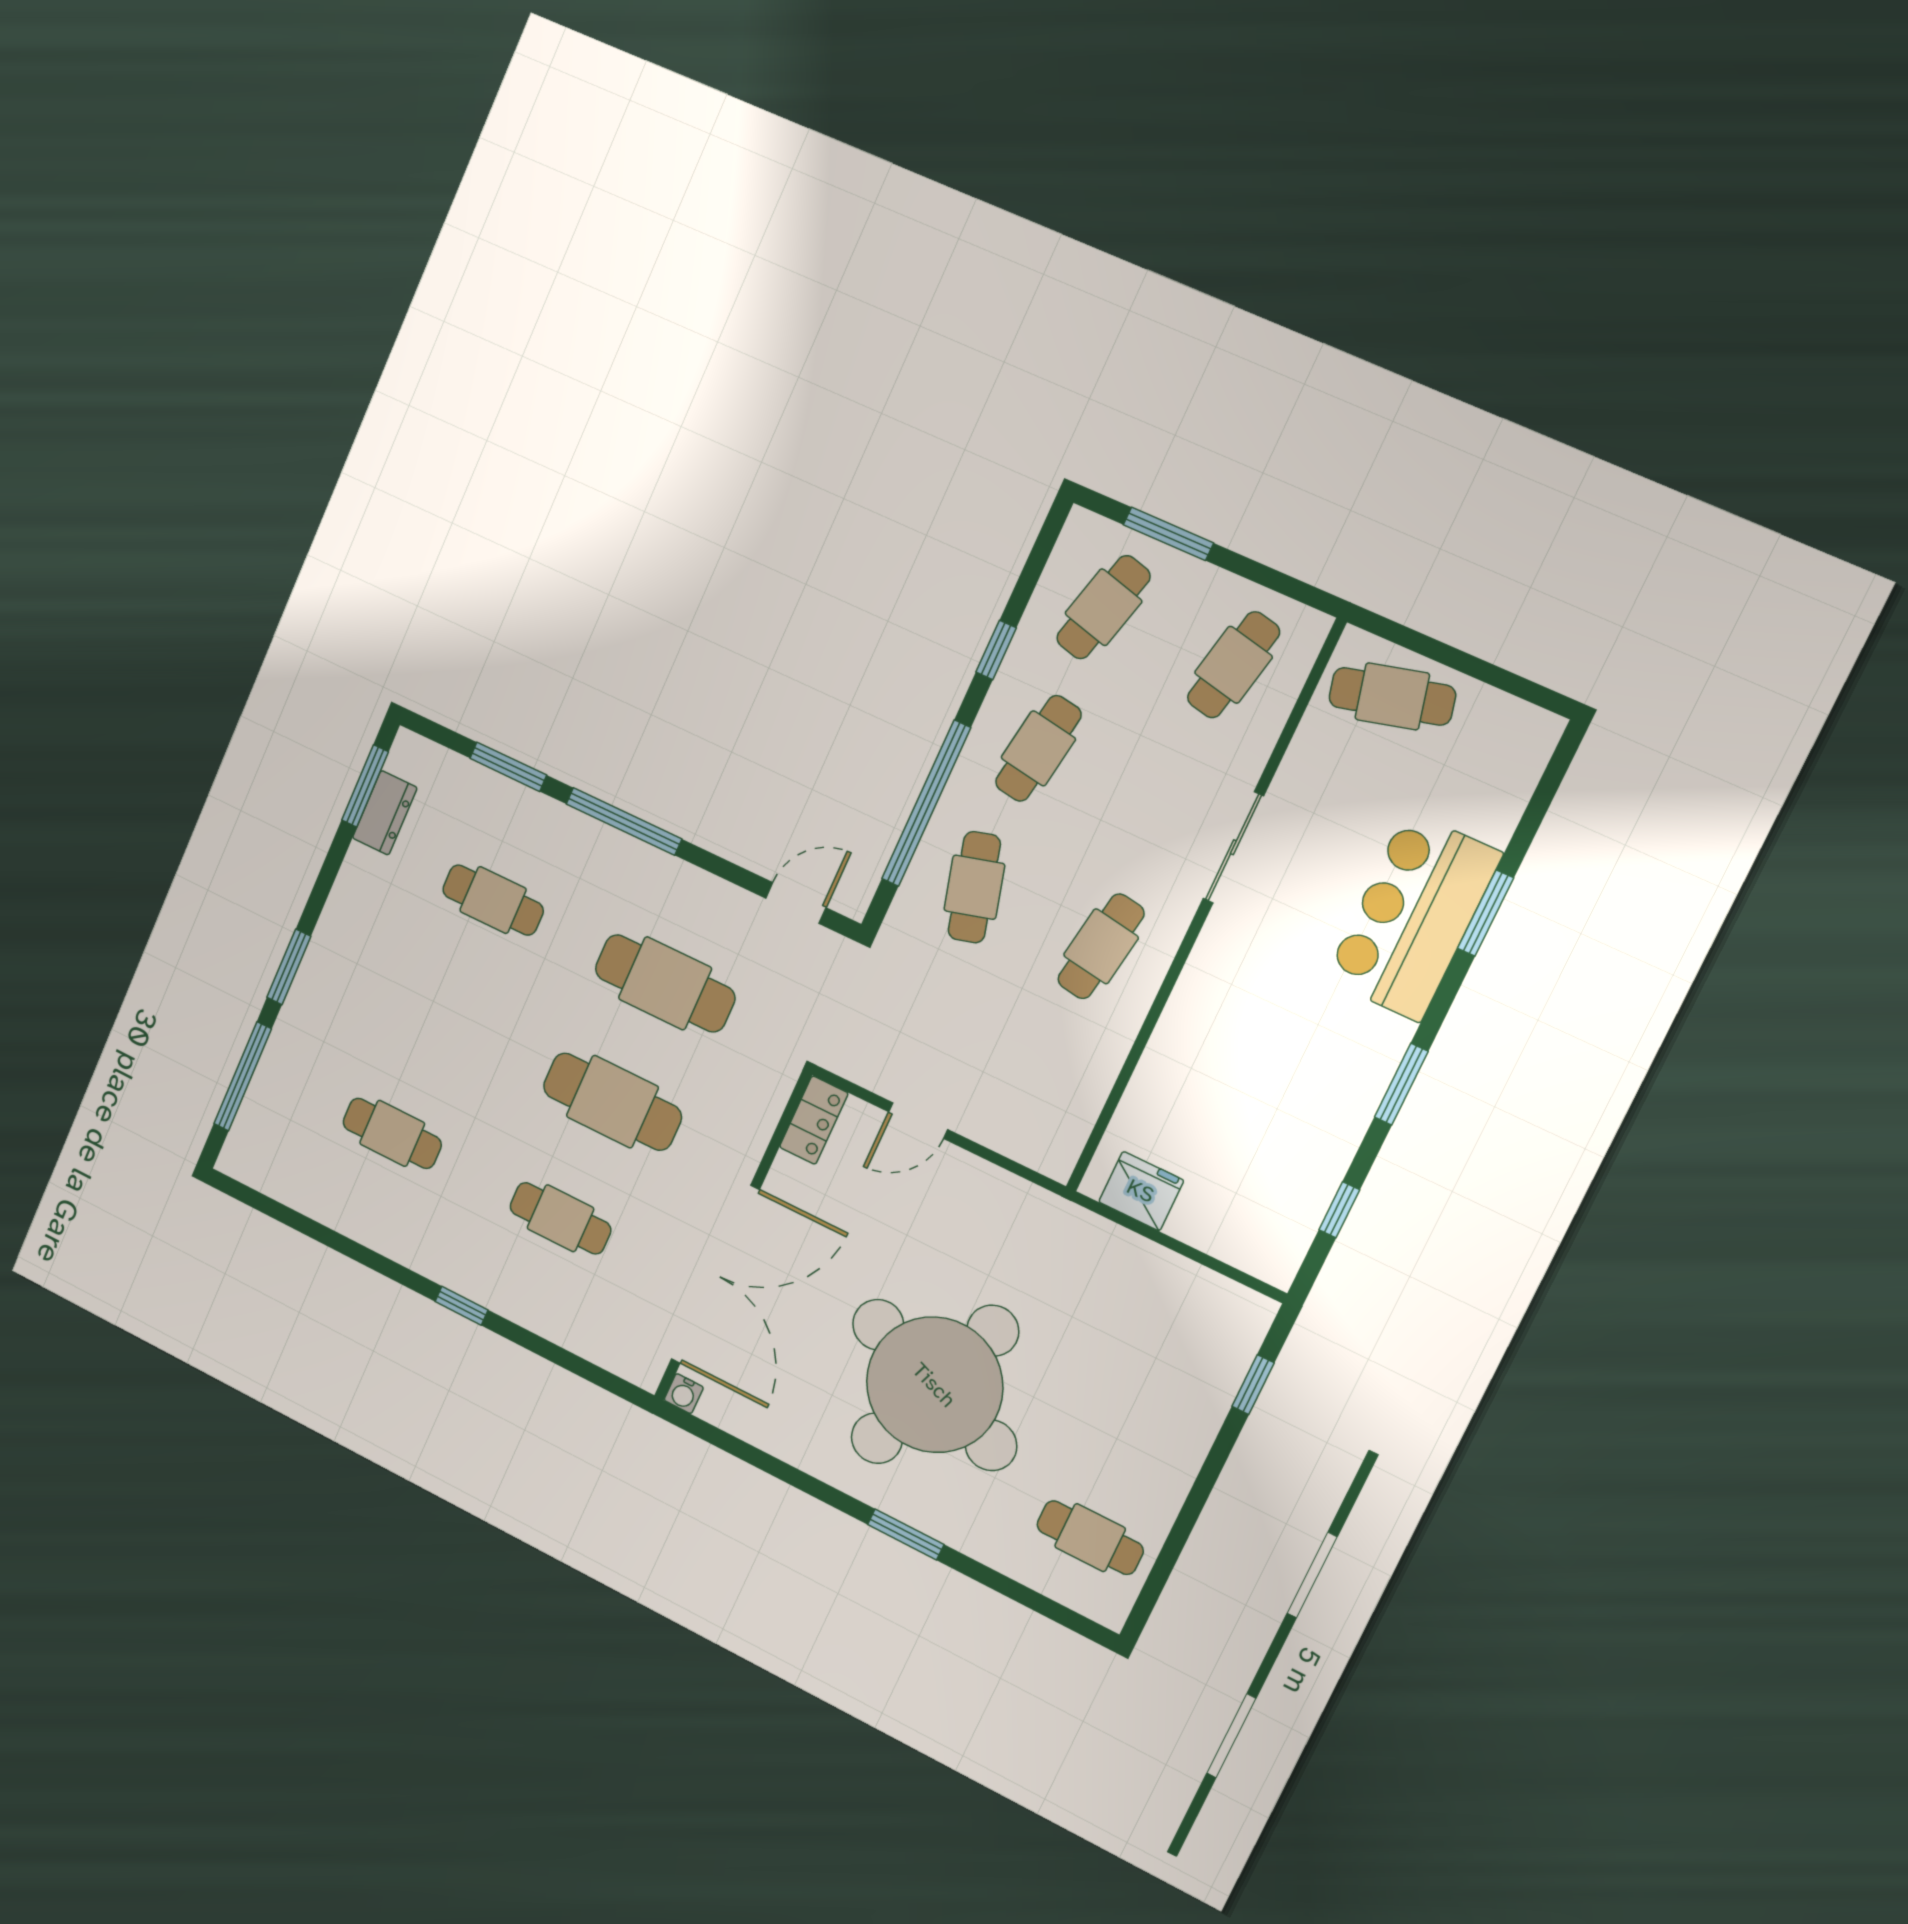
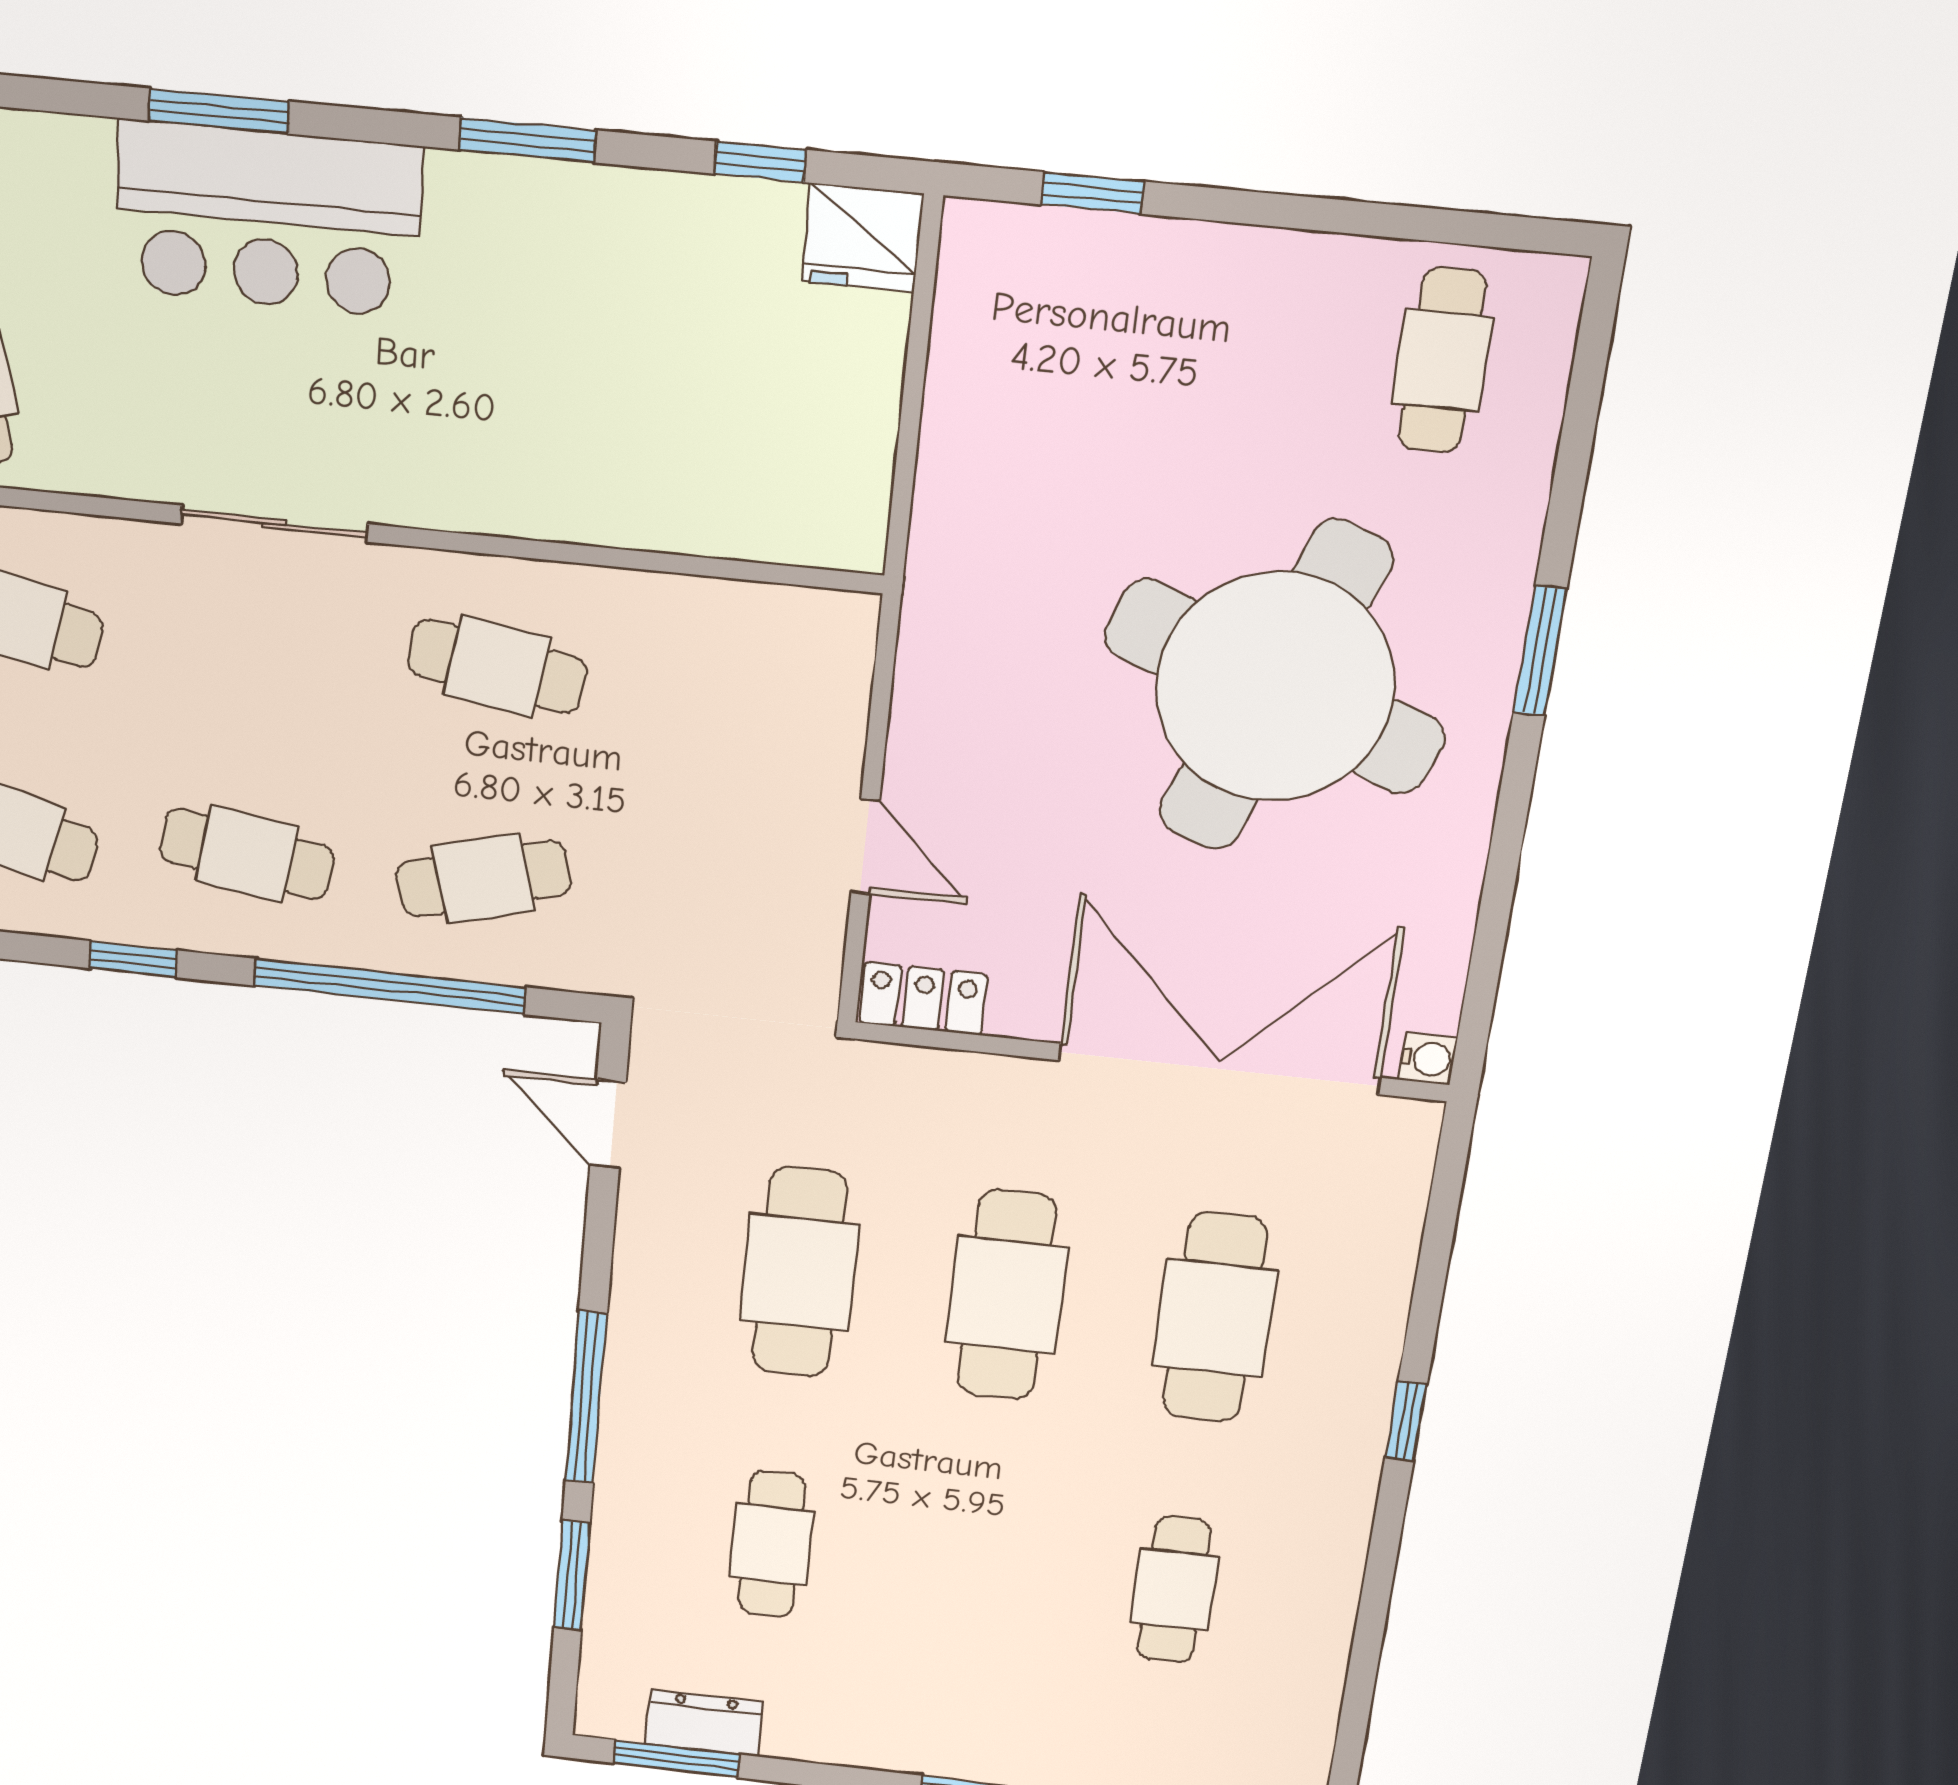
fridge: (1141, 1191) -> (863, 238), moved, turned -90
cafe table: (560, 1218) -> (1215, 1318), width x1.37, depth x1.35

